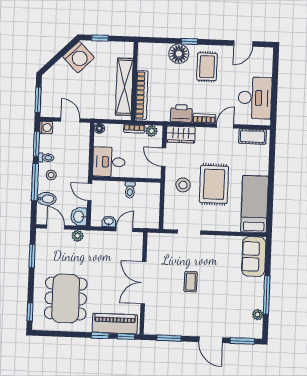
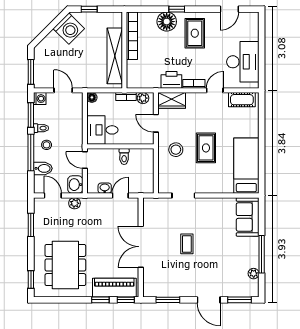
bookcase: (142, 95) -> (132, 36), moved
rug: (214, 184) -> (206, 148), width x0.73, depth x0.70

